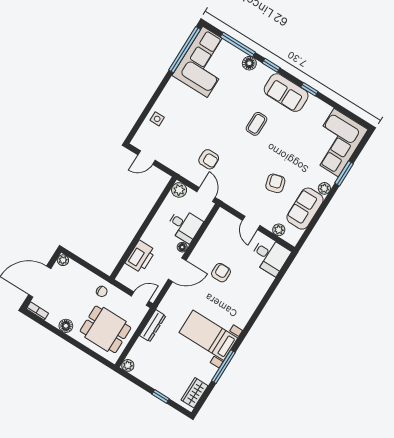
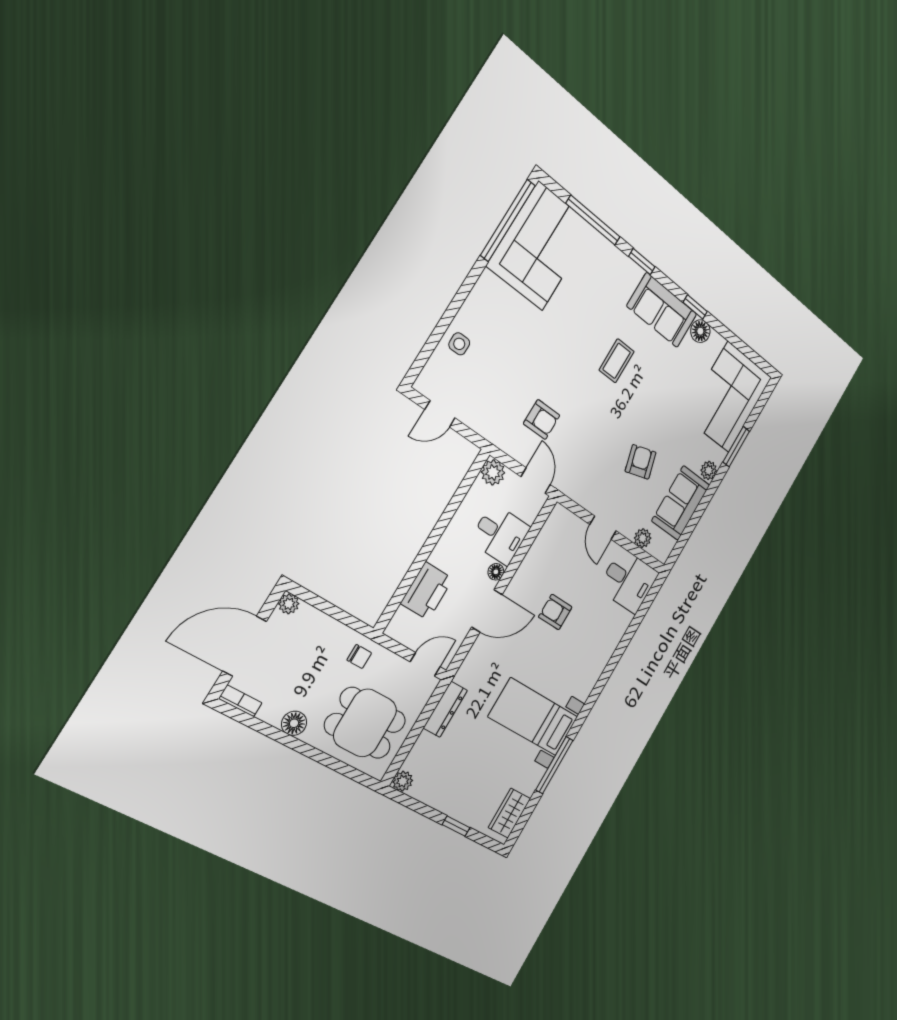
floor lamp: (249, 63) -> (700, 331), moved
armchair: (221, 273) -> (555, 612), turned -90

